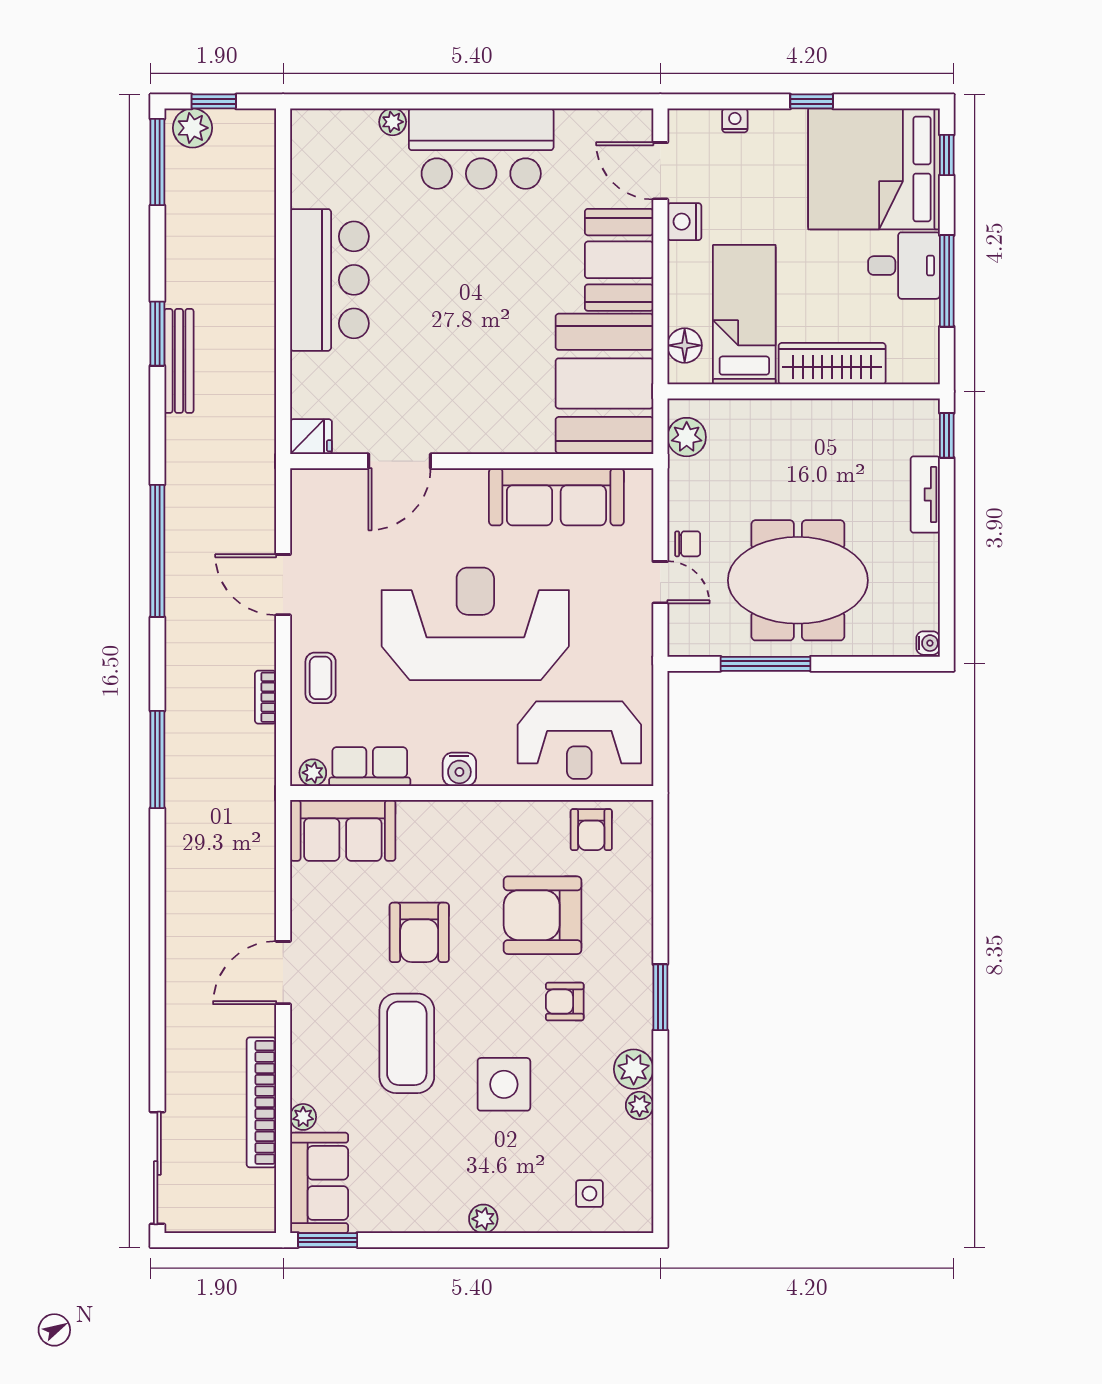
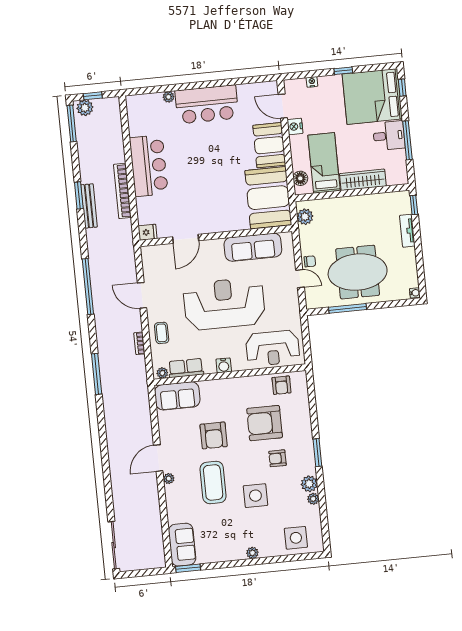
bookcase: (261, 1102) -> (122, 191), moved
plant: (303, 1117) -> (169, 479), moved
side table: (589, 1194) -> (296, 538), width x1.87, depth x1.87

